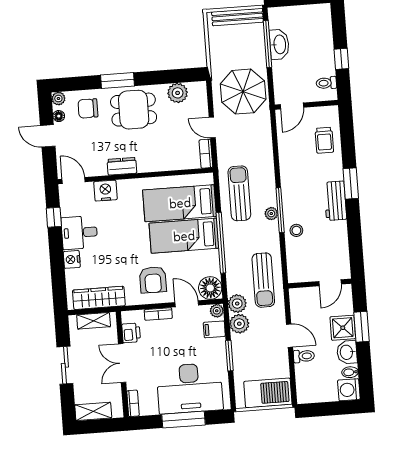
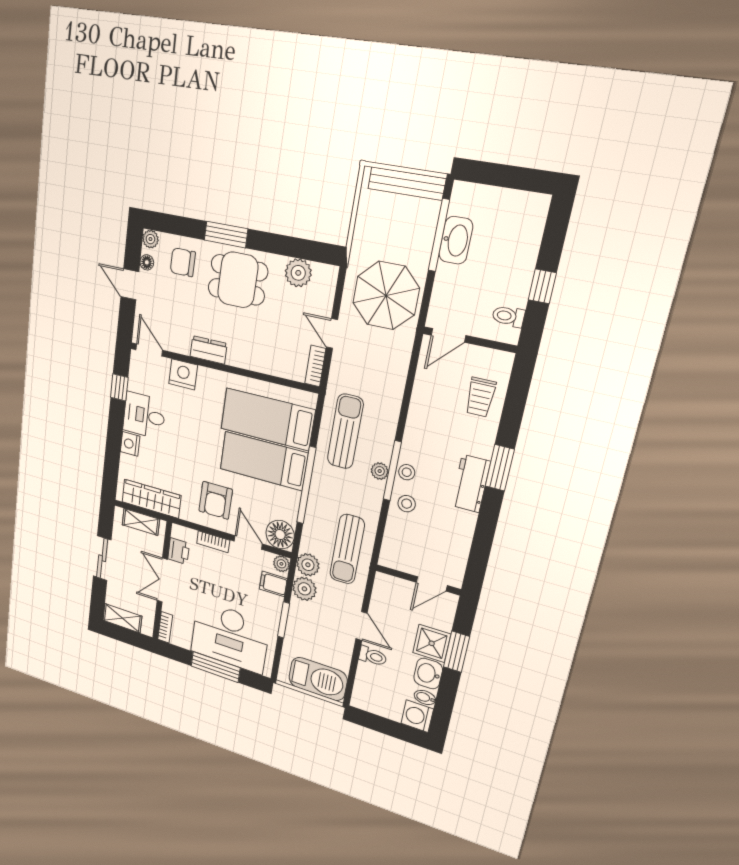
stool: (290, 208) -> (407, 472), added

